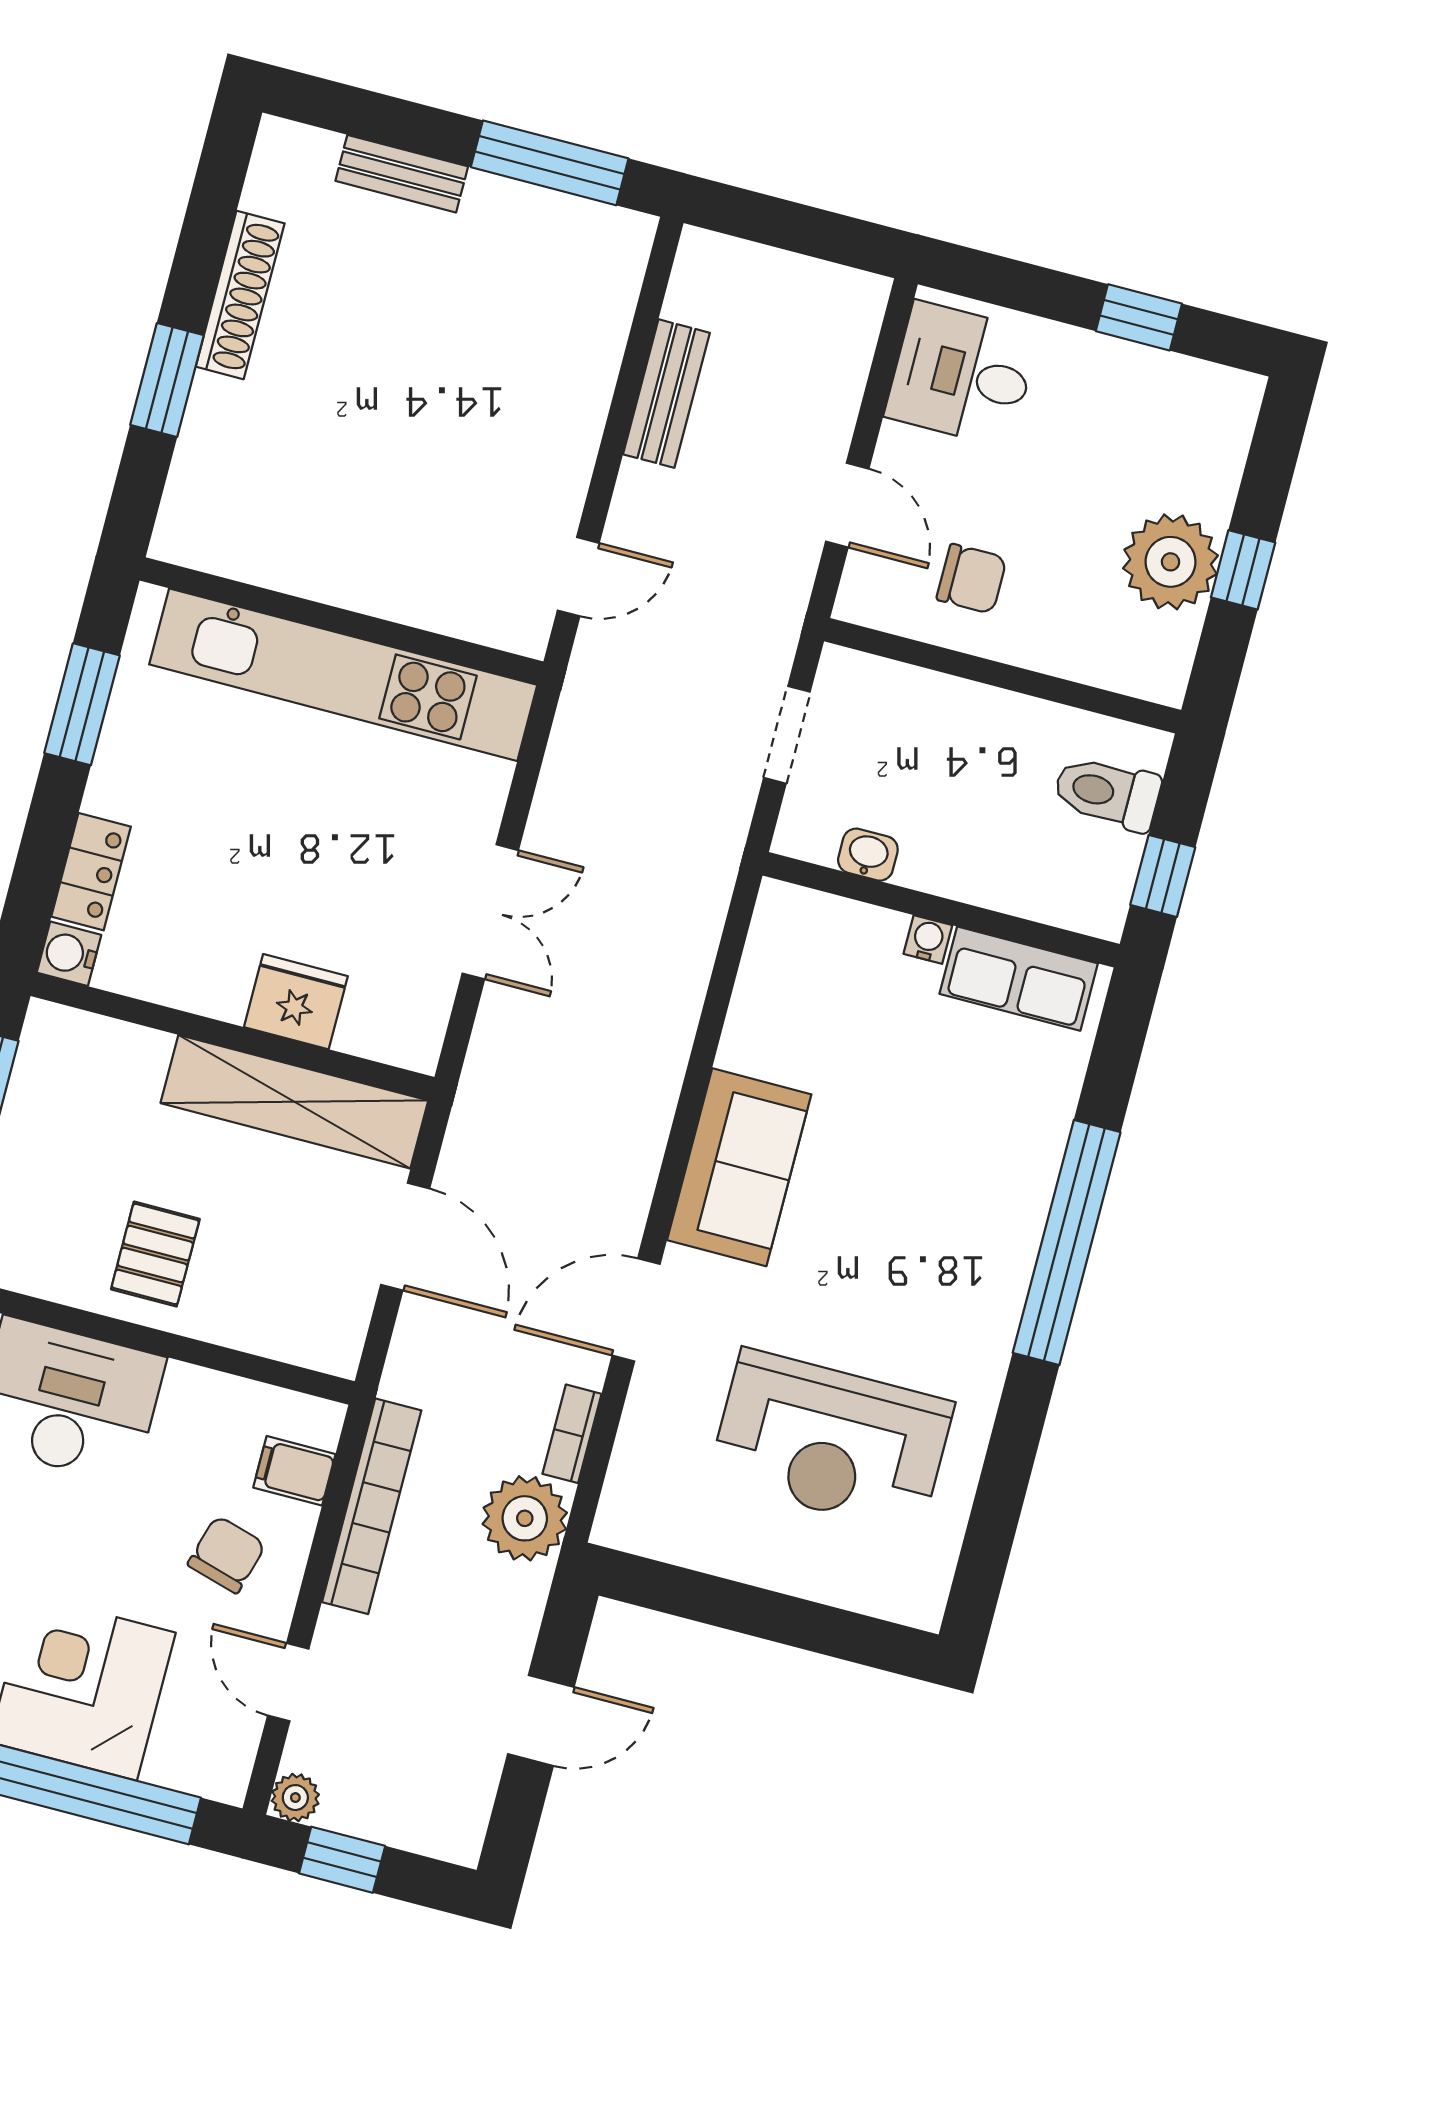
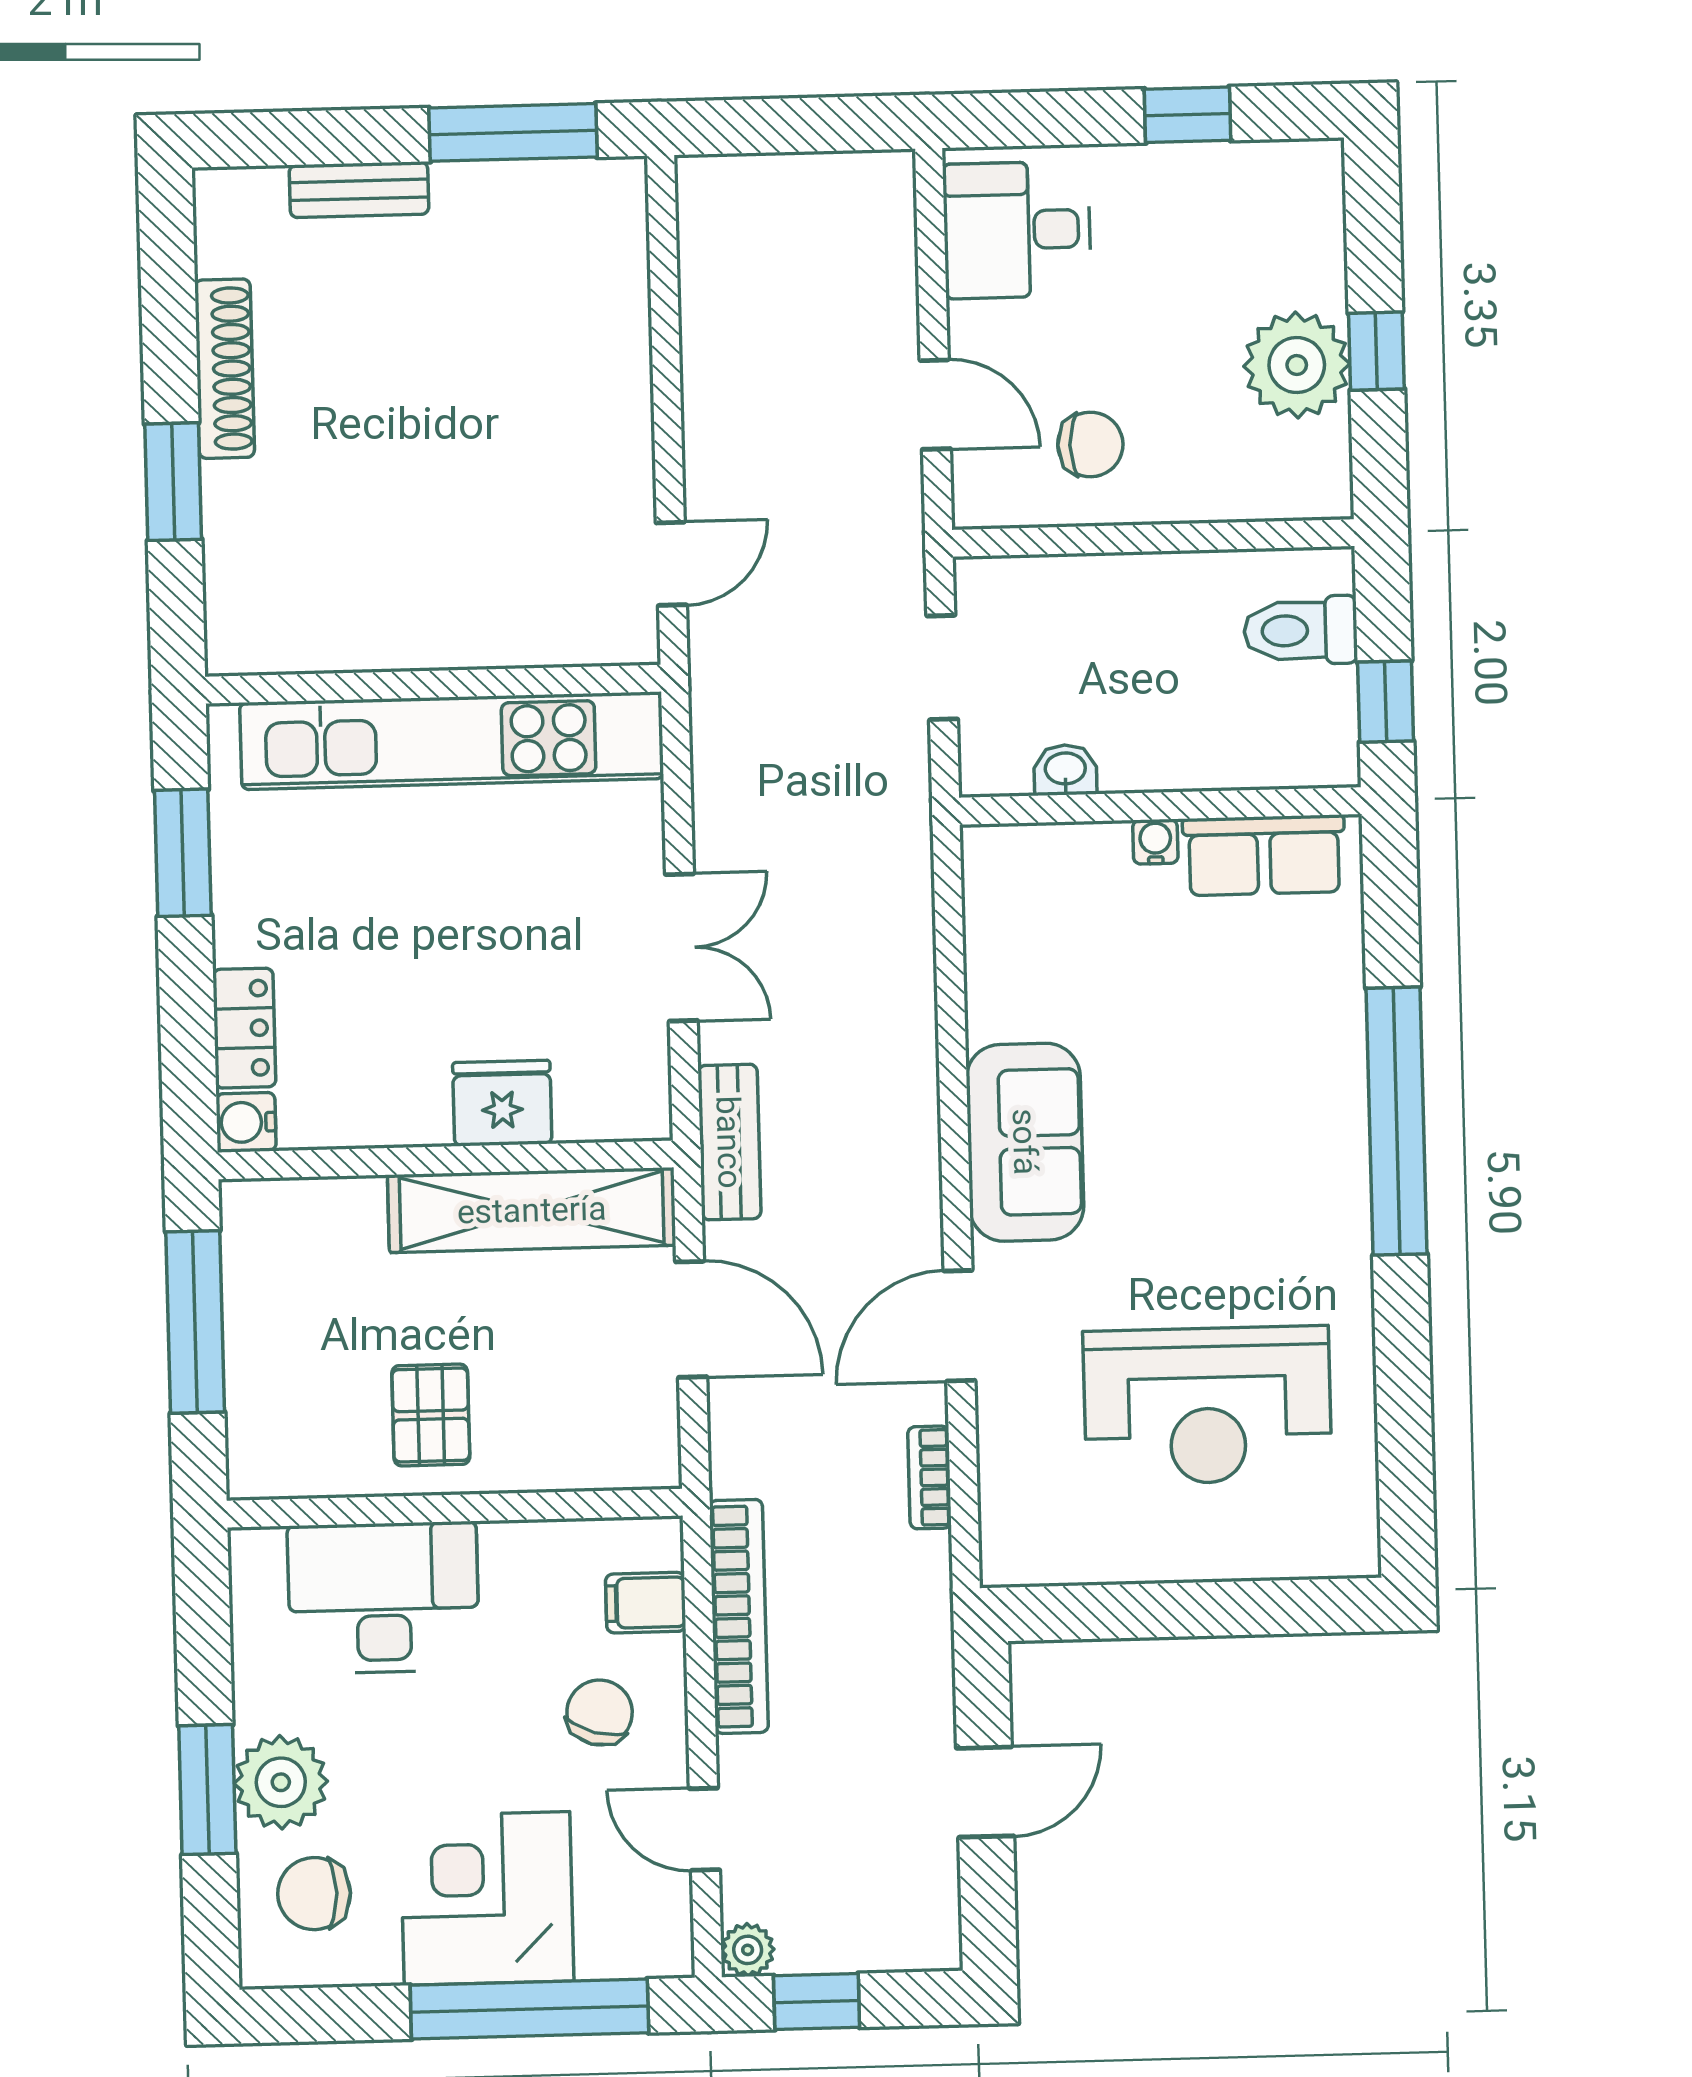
bench: (666, 394) -> (729, 1142), moved
plant: (525, 1518) -> (905, 1582), removed

